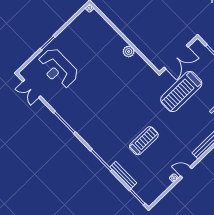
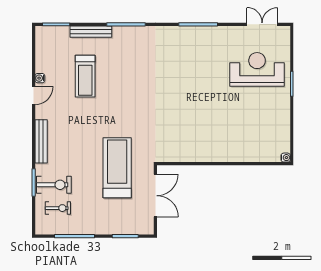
plant: (129, 52) -> (206, 154), removed
double door: (176, 57) -> (155, 196), swing flipped
treadmill: (144, 141) -> (85, 76), moved

